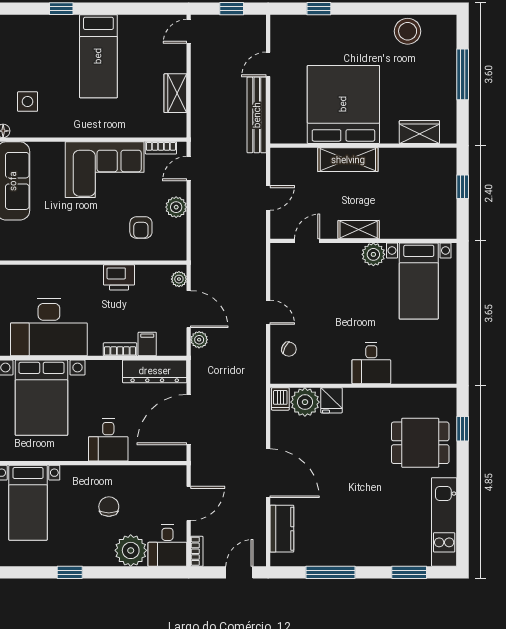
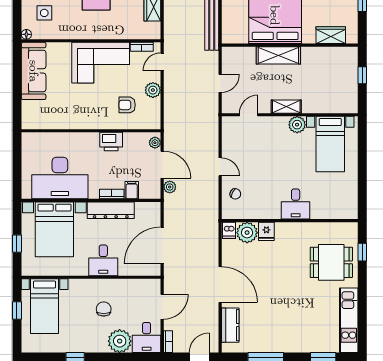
armchair: (141, 227) -> (127, 105), turned 90
dresser: (155, 371) -> (111, 210), moved

